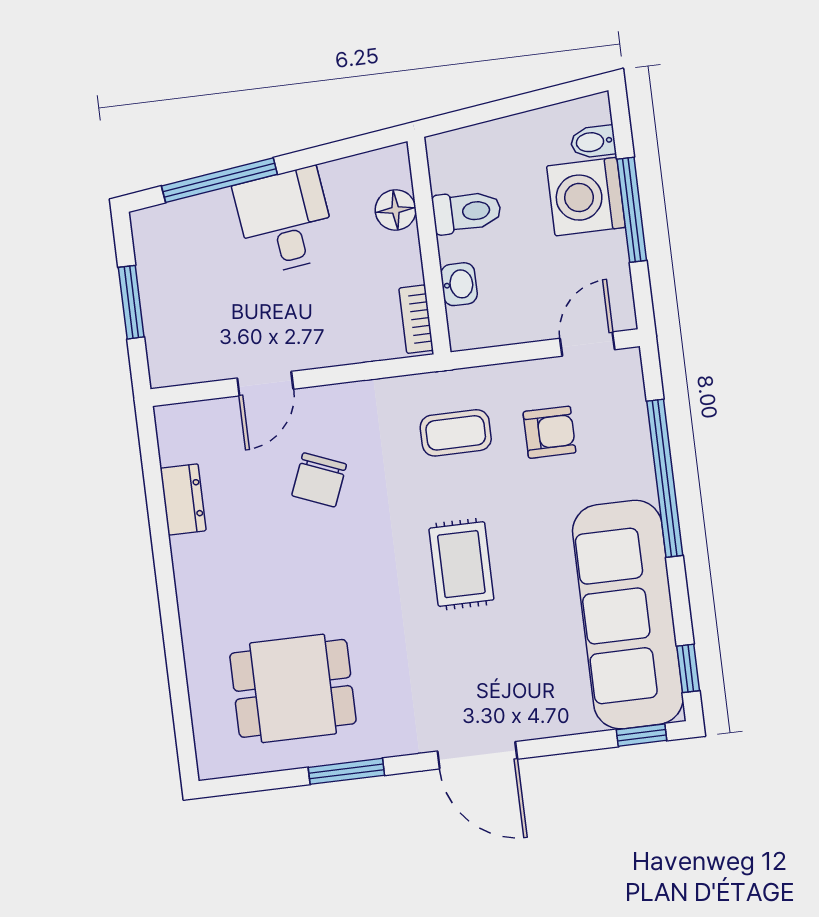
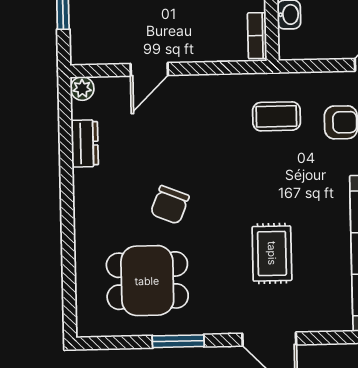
plant: (171, 421) -> (82, 89), added
chair: (319, 480) -> (170, 205), moved
rug: (461, 564) -> (272, 253), moved

